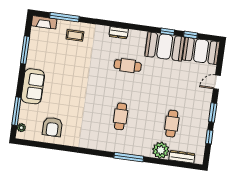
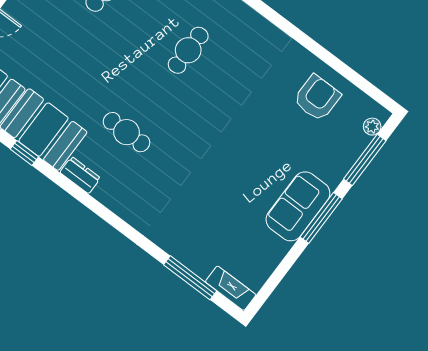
dresser: (119, 33) -> (80, 175), moved
coffee table: (75, 35) -> (189, 236), removed
window: (25, 50) -> (321, 218), moved
sofa: (33, 86) -> (298, 206), moved

